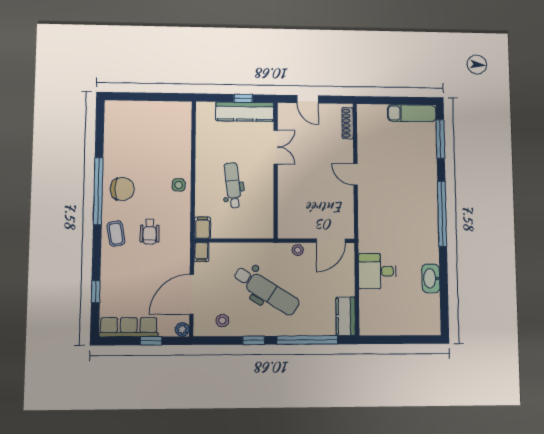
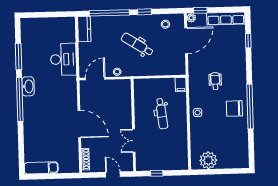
kitchen counter: (245, 112) -> (155, 164), removed
plant: (166, 114) -> (208, 160), added
window: (440, 139) -> (19, 56), moved
door: (356, 174) -> (79, 124), width x1.88
coffee table: (116, 234) -> (237, 79), removed
filing cabinet: (201, 252) -> (181, 69), removed
desk: (377, 271) -> (63, 59), width x1.37
washbasin: (431, 278) -> (28, 86), moved
dental chair: (266, 290) -> (137, 44), width x0.73, depth x0.72
window: (151, 341) -> (200, 10), moved

